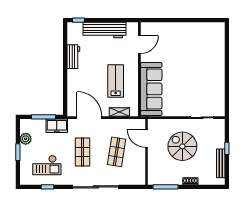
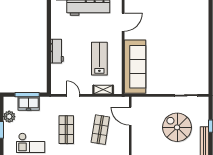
workbench: (73, 57) -> (57, 51), moved
door: (89, 118) -> (73, 95), width x0.53
freezer: (57, 126) -> (29, 103), moved
spiral stairs: (182, 146) -> (177, 127), moved

